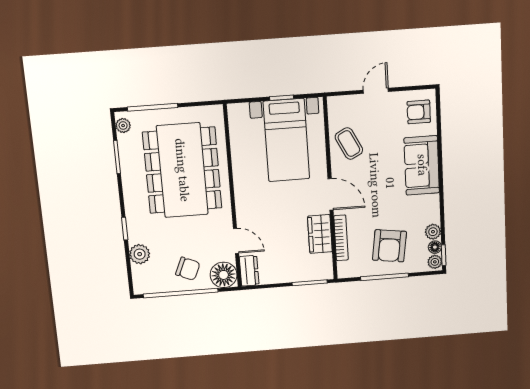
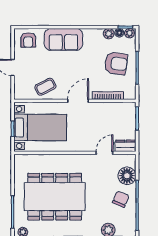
wall: (232, 197) -> (75, 153), moved
wardrobe: (320, 234) -> (104, 109), removed
door: (236, 241) -> (104, 153), moved
dresser: (249, 271) -> (125, 146), moved

